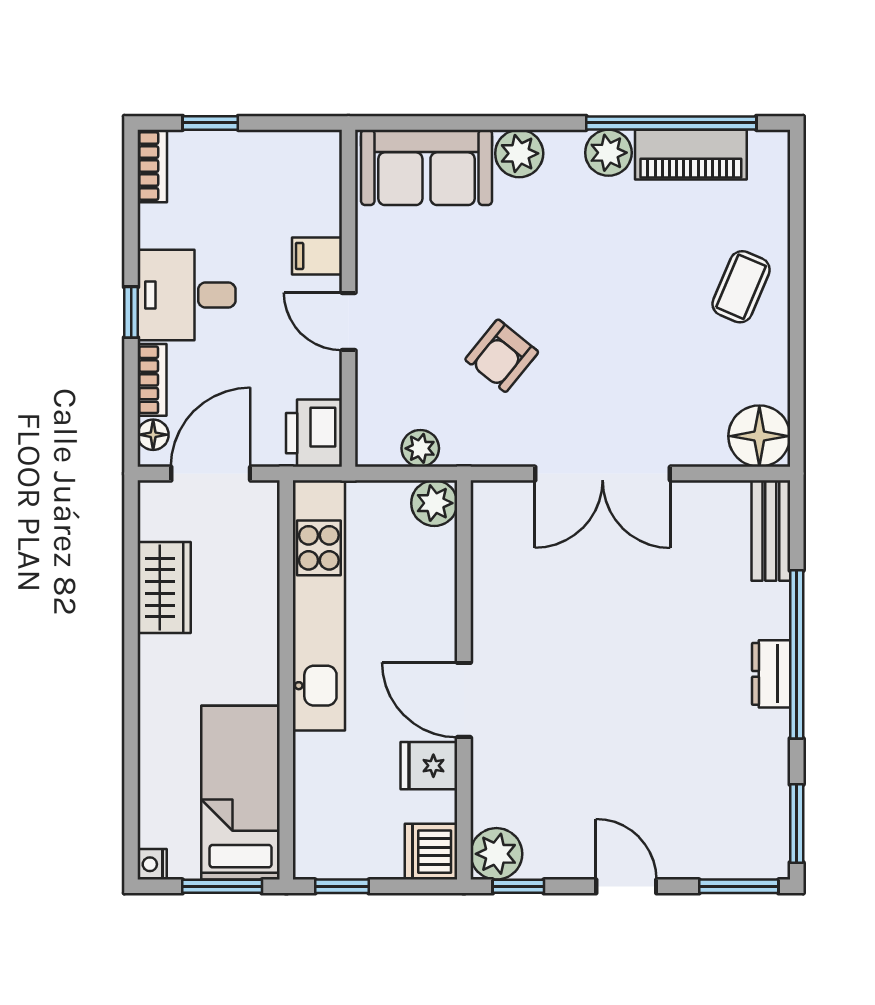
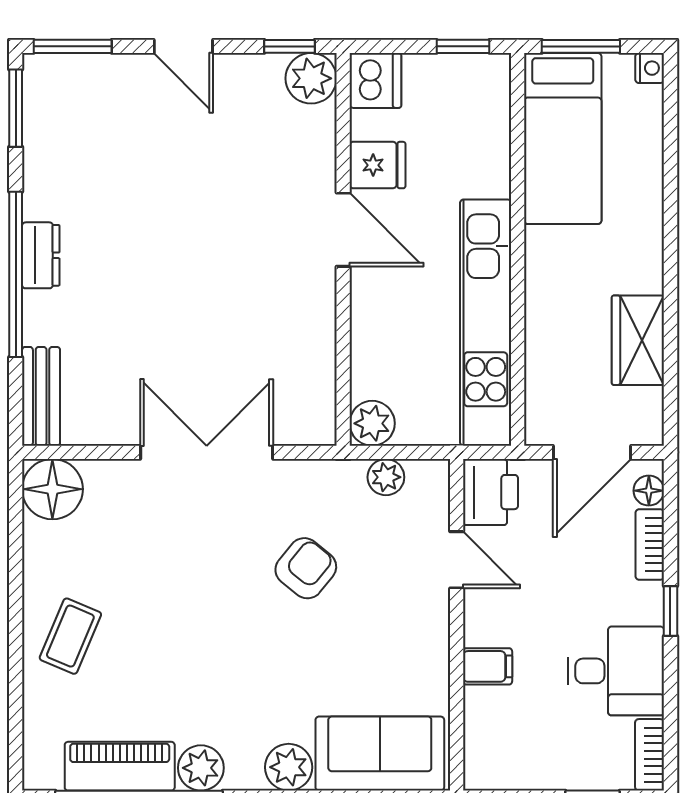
desk: (187, 295) -> (616, 671), moved
door: (348, 322) -> (457, 560), moved

